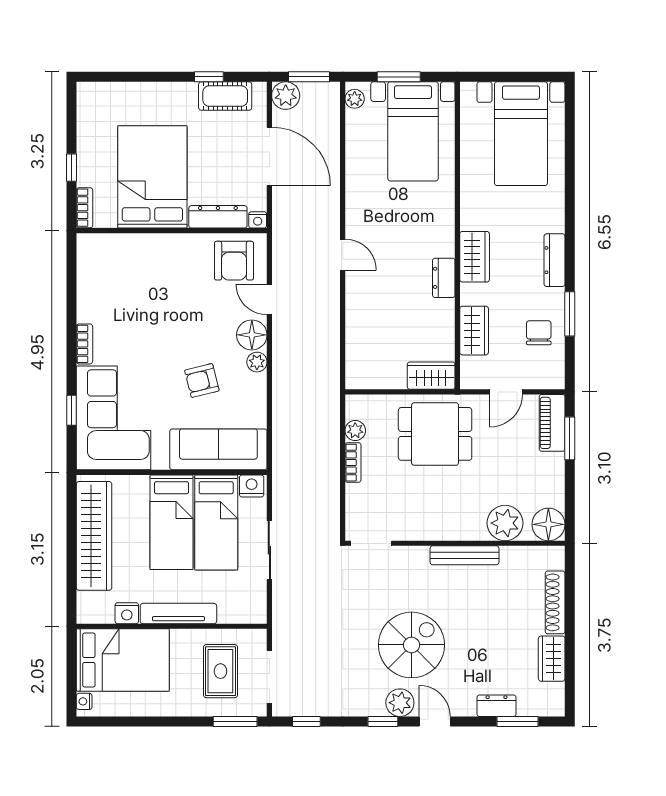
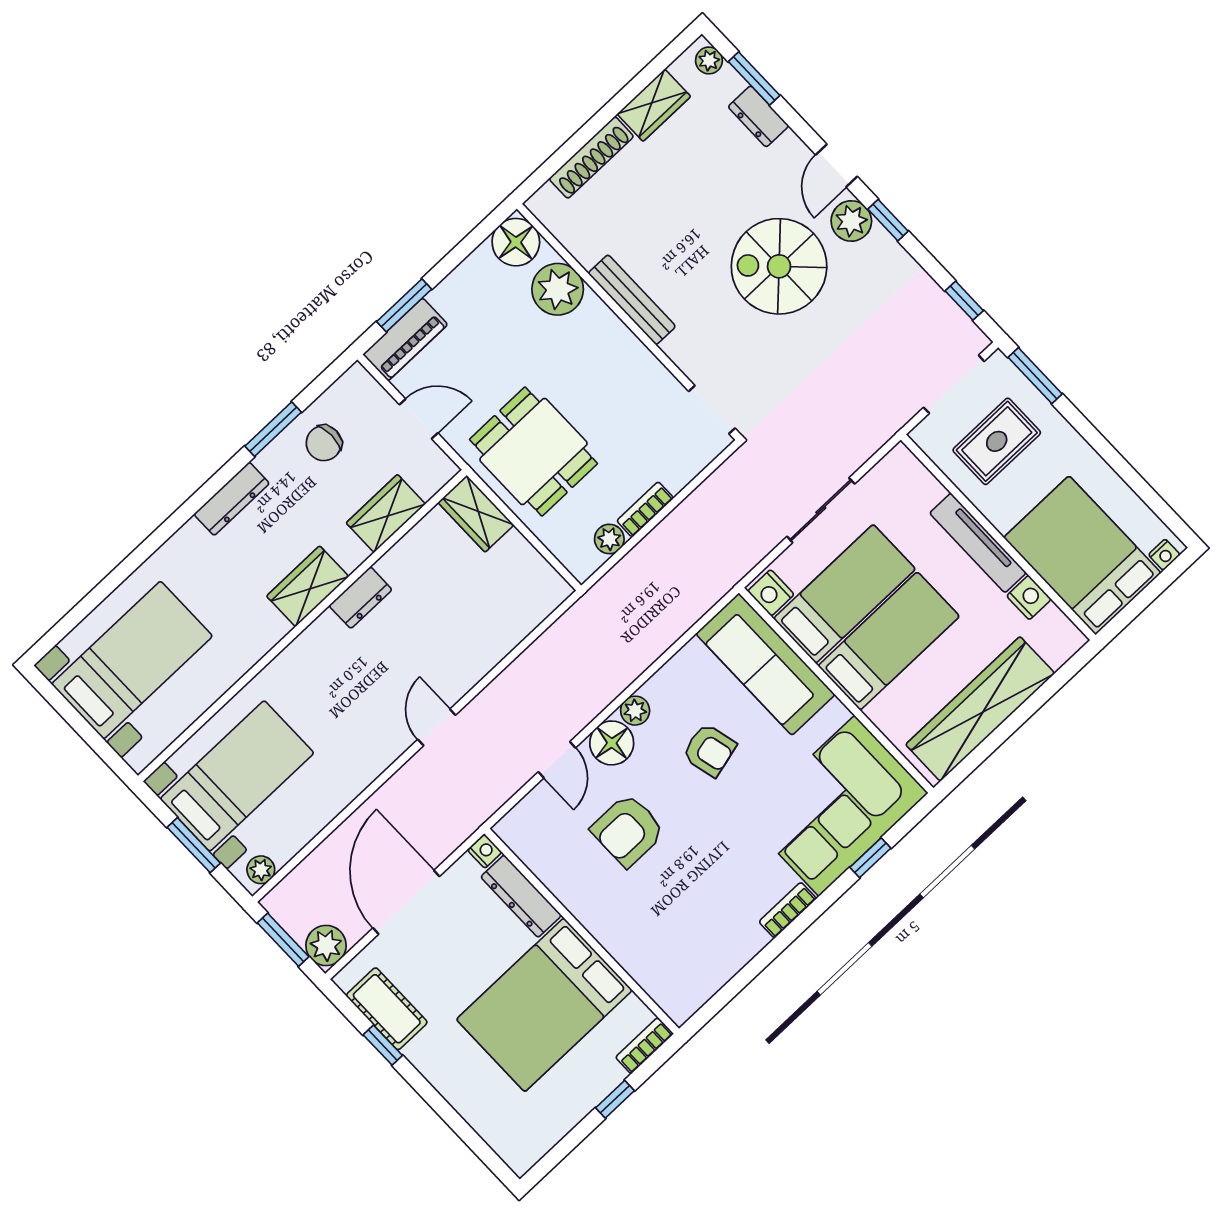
armchair: (234, 261) -> (628, 830), moved, turned 180
plant: (548, 707) -> (709, 60), added

